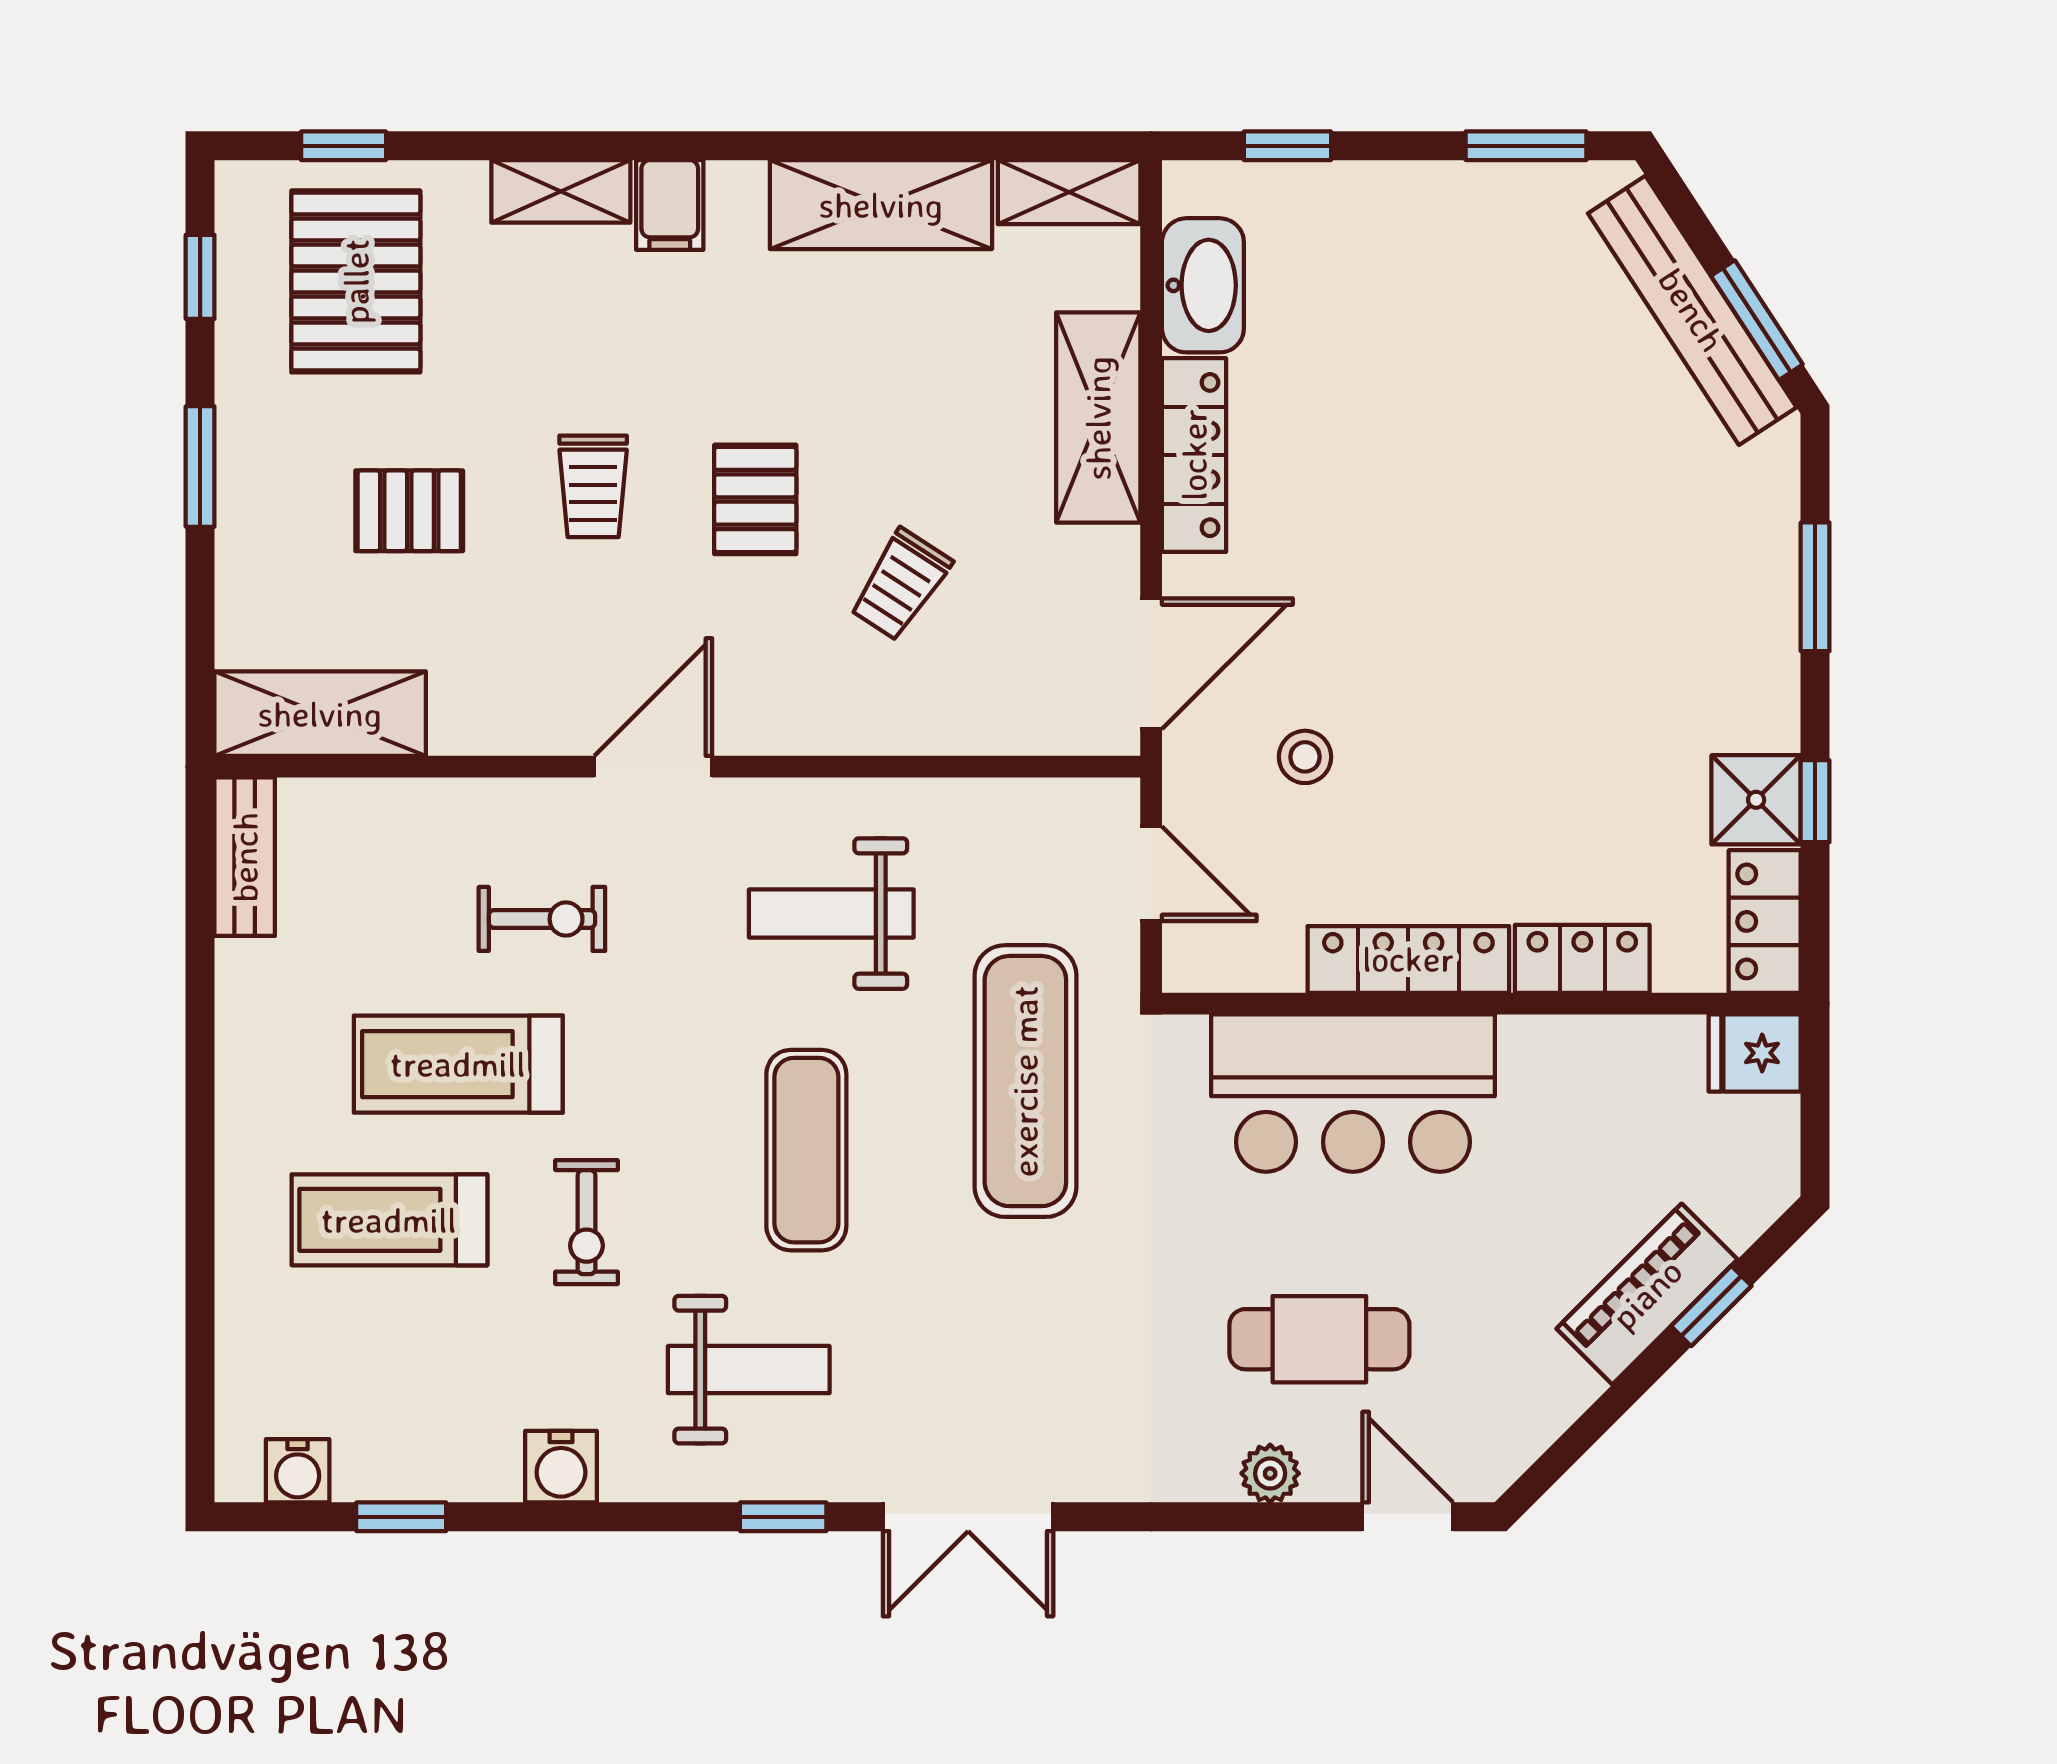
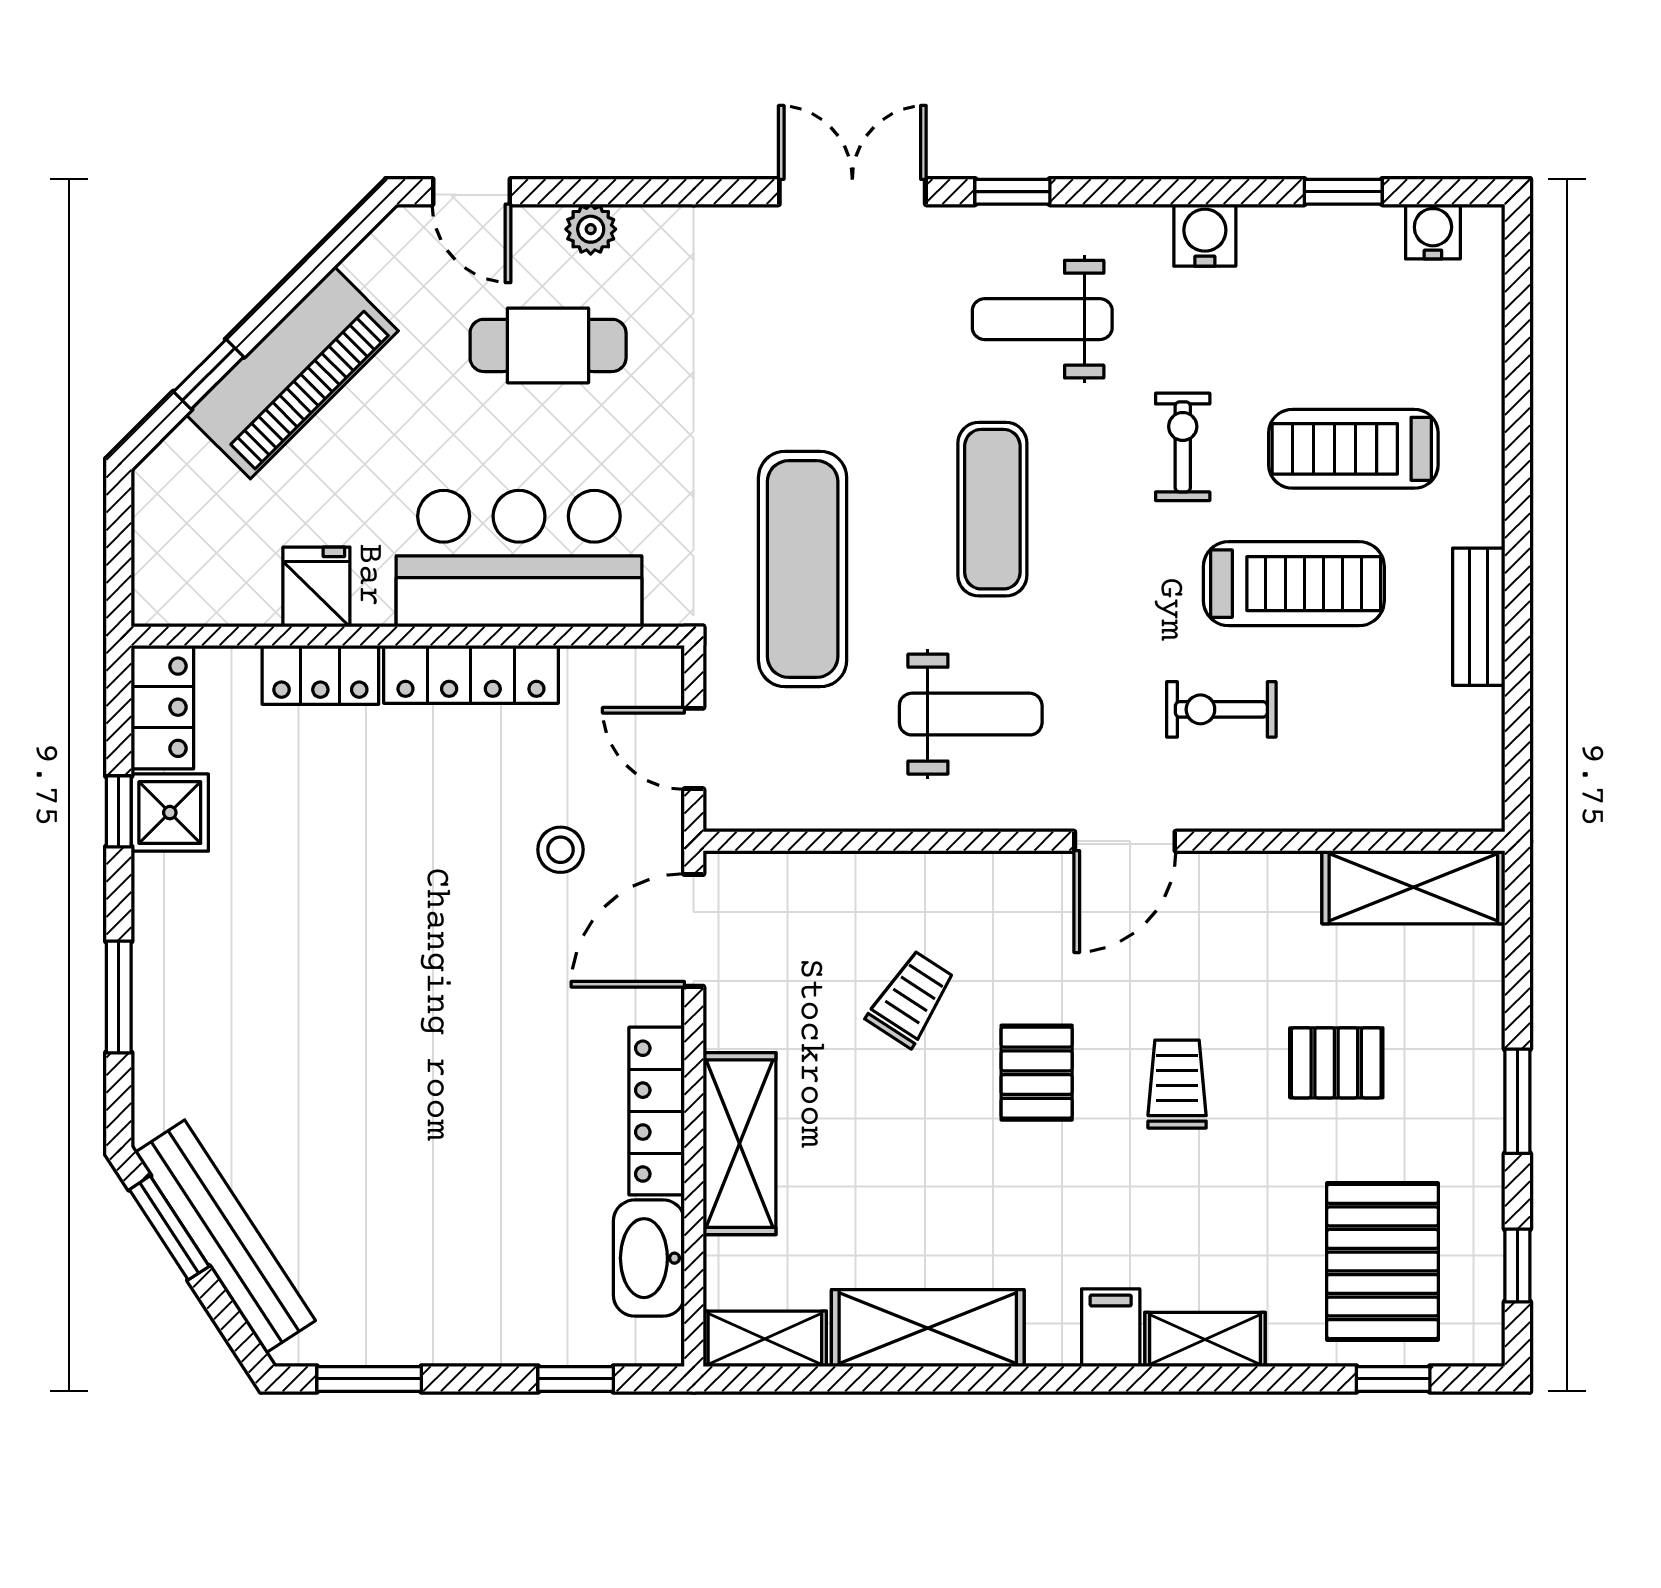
bench: (245, 857) -> (1479, 617), moved
fridge: (1755, 1053) -> (316, 587), moved, turned -90
treadmill: (389, 1220) -> (1353, 449), turned 180
piano: (1647, 1294) -> (292, 373), width x1.37, depth x1.33

